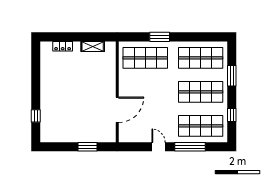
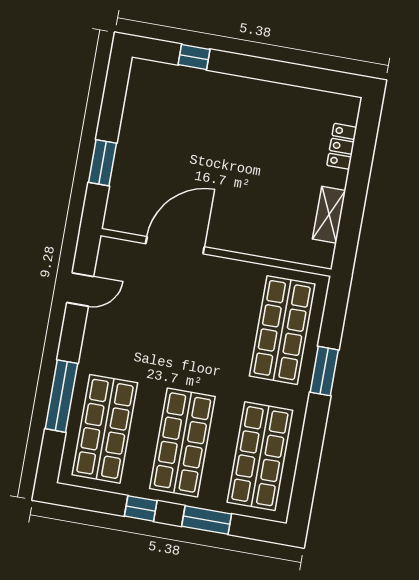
door: (117, 110) -> (175, 245), swing flipped
window: (232, 115) -> (141, 508), moved
door: (159, 147) -> (80, 289), moved

